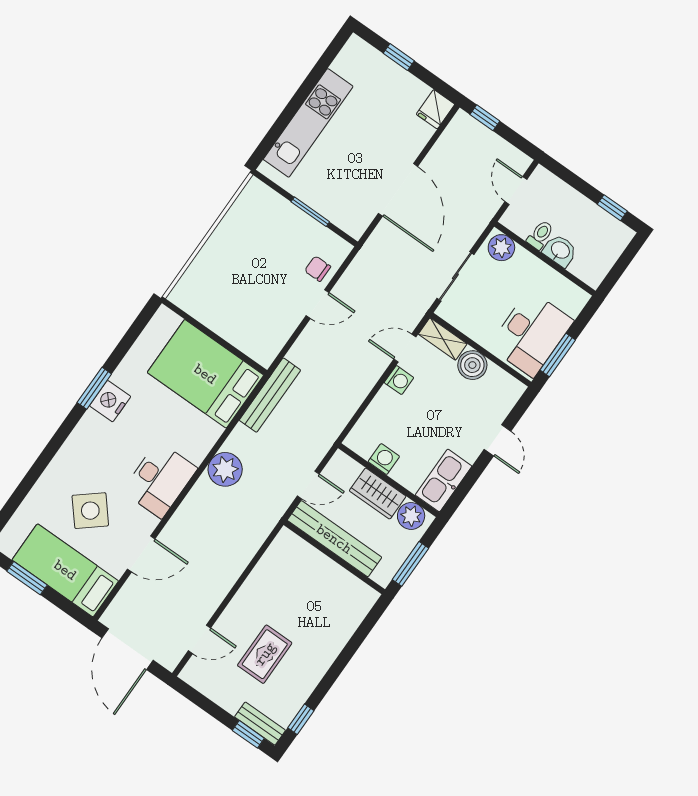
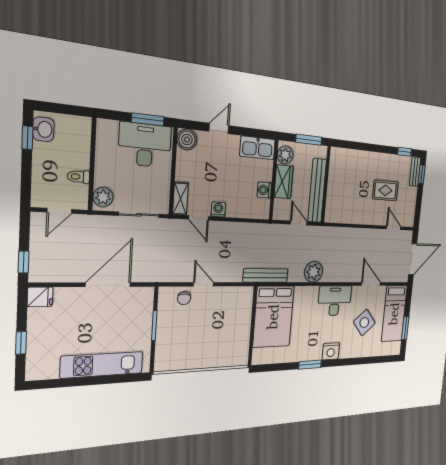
washbasin: (560, 251) -> (43, 129), moved, turned 180
boiler: (472, 365) -> (187, 139), moved
nightstand: (110, 401) -> (331, 351), moved

